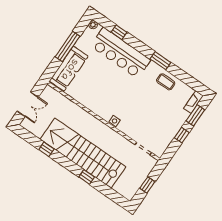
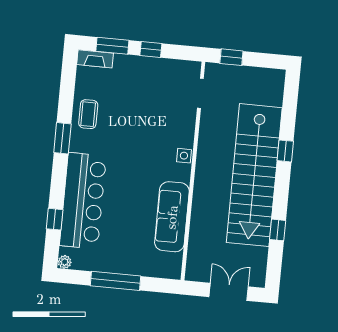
sofa: (69, 69) -> (172, 217), moved, turned -90
window: (147, 185) -> (231, 57), moved

